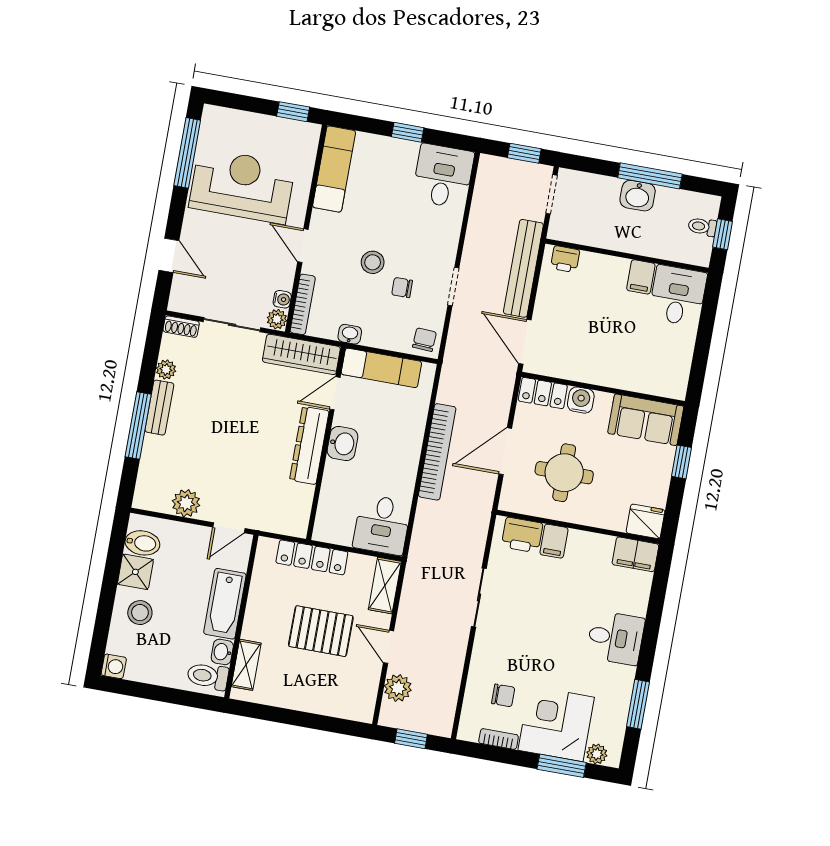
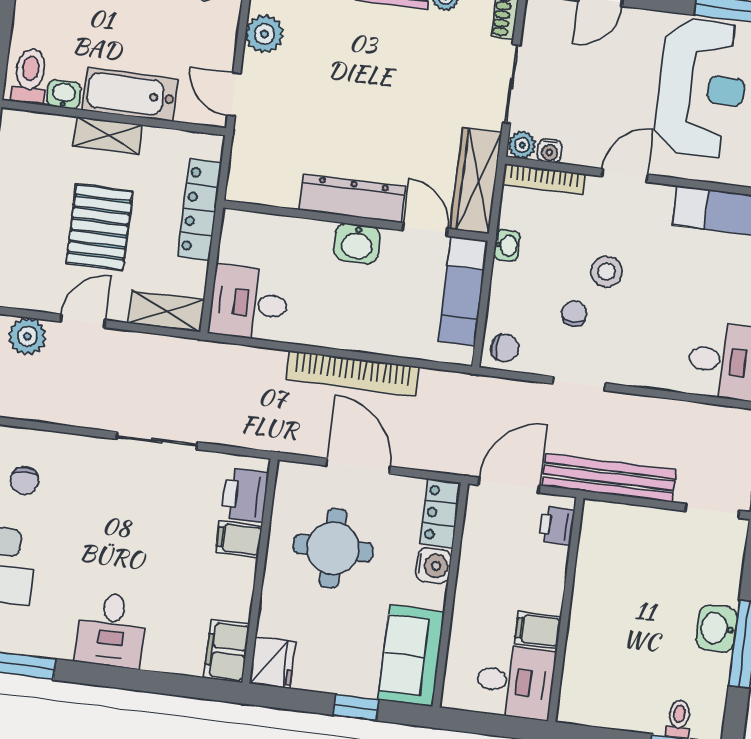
wall: (627, 256) -> (566, 610), moved
printer: (565, 259) -> (557, 526), moved
filing cabinet: (641, 277) -> (538, 630), moved
desk: (678, 296) -> (515, 682), moved
shelving: (246, 665) -> (108, 135), moved

